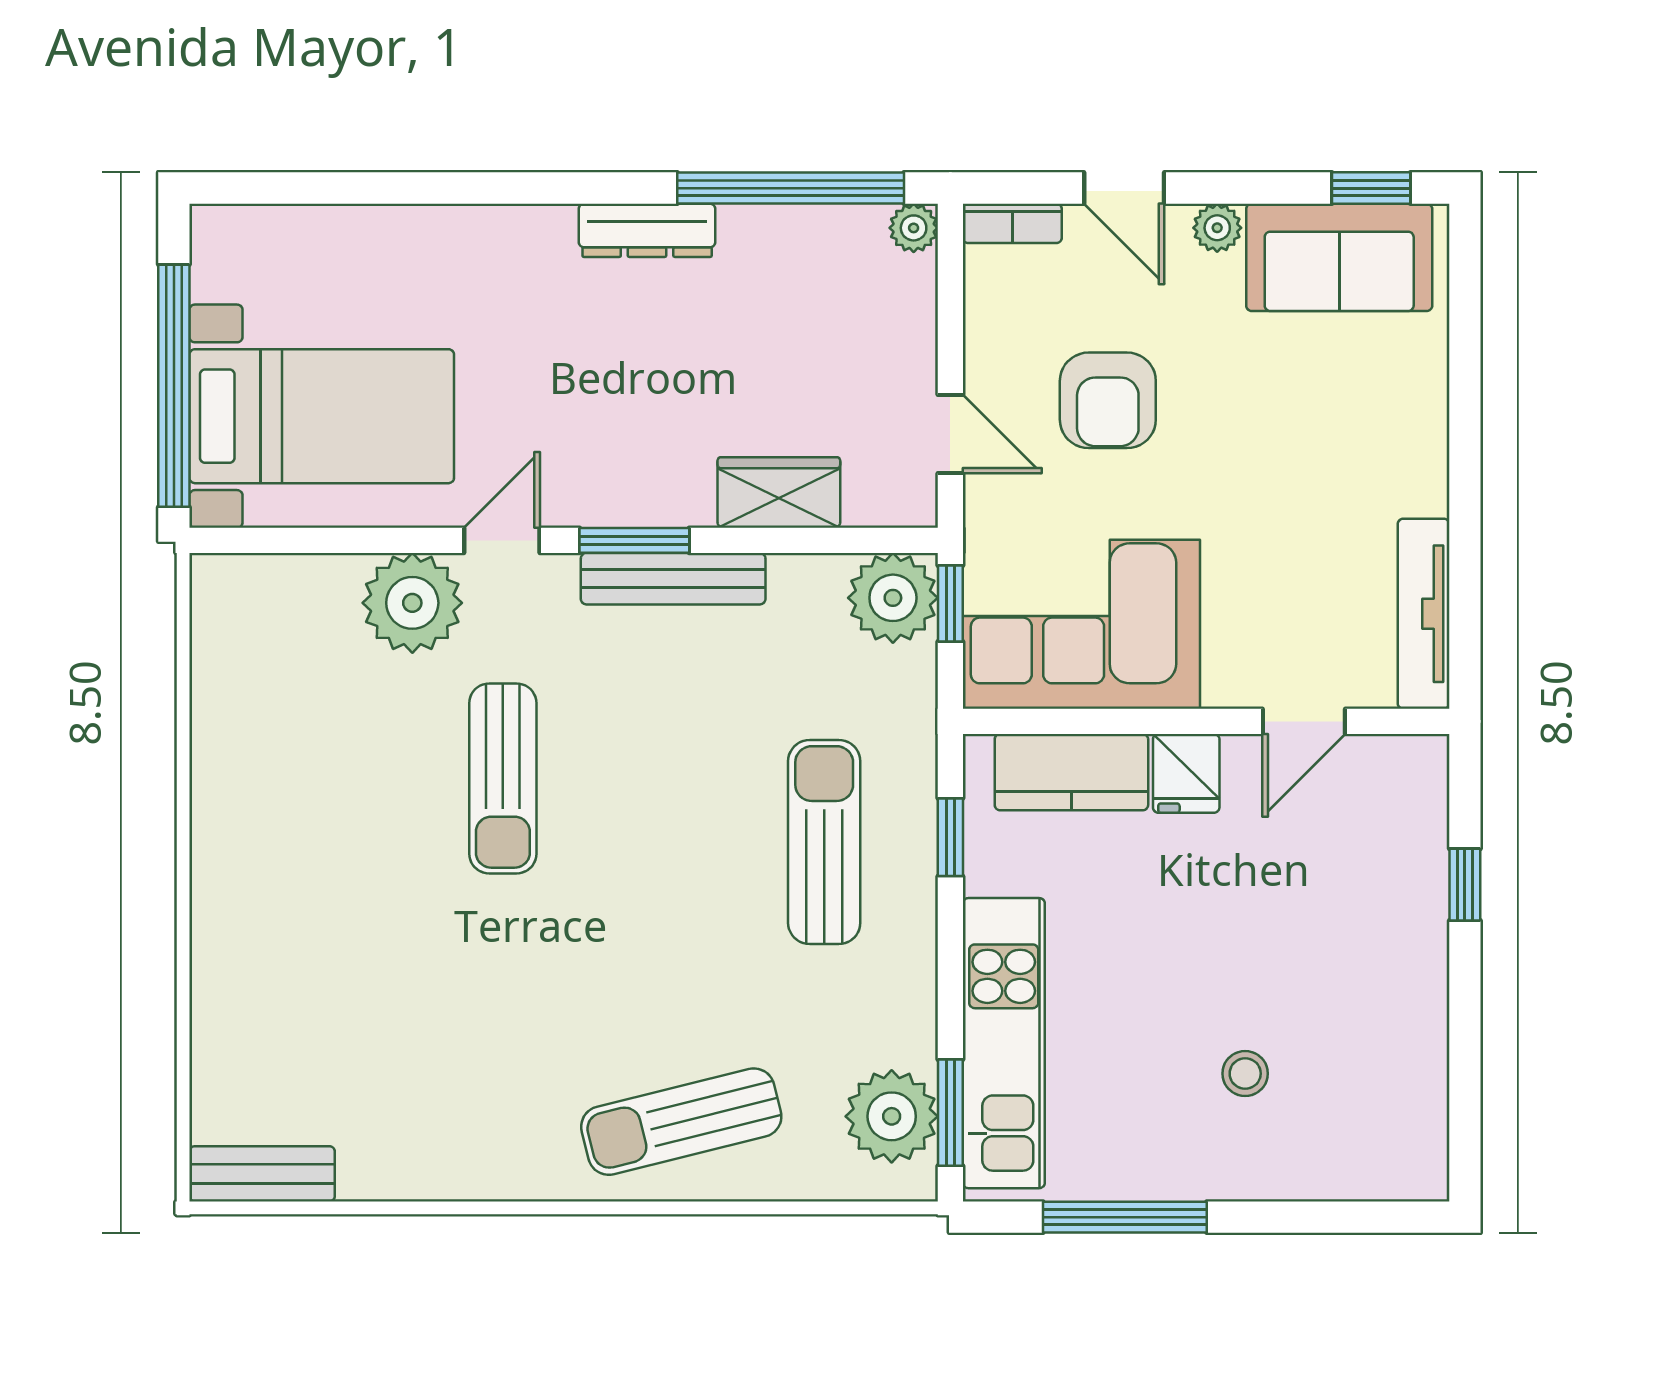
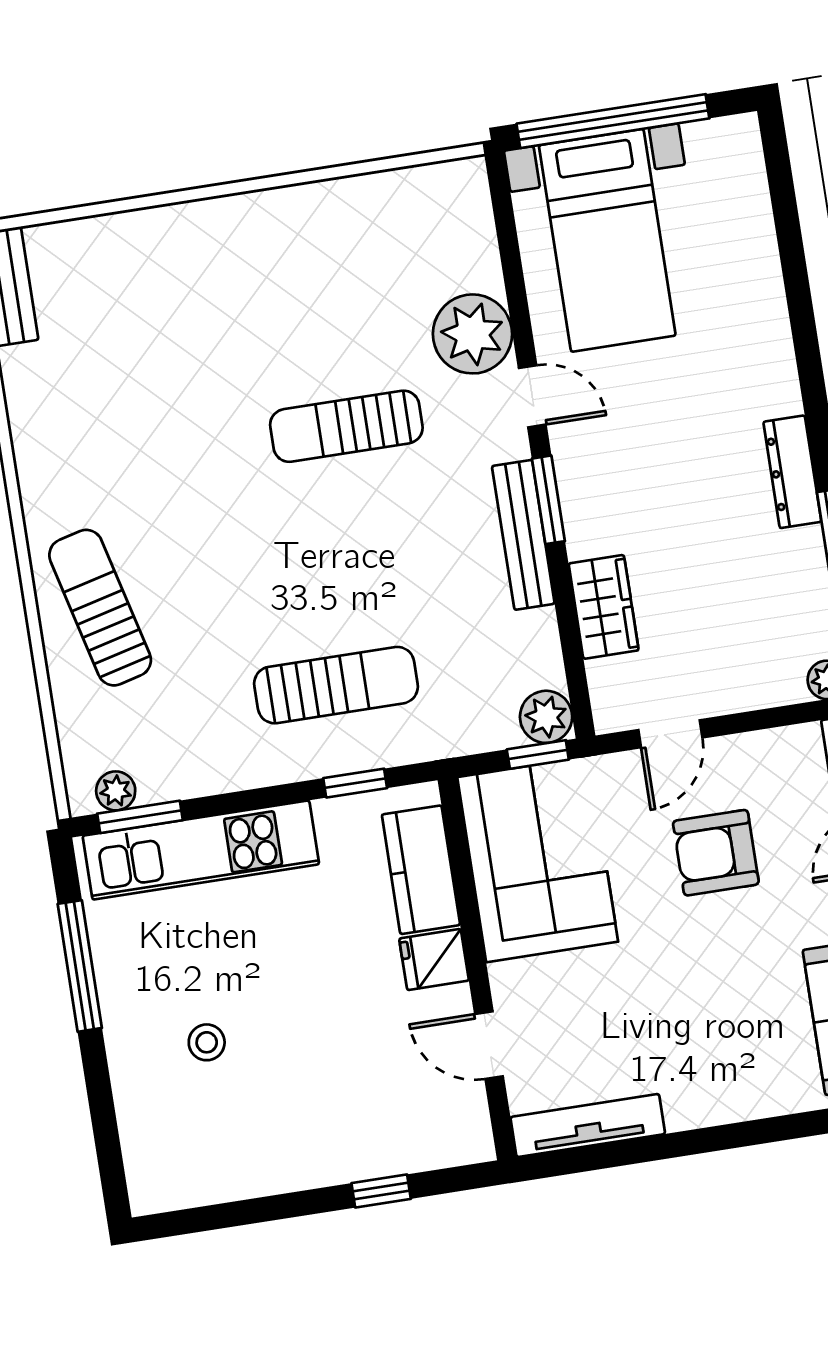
plant: (893, 598) -> (546, 717), width x0.73, depth x0.73
plant: (892, 1116) -> (116, 791), width x0.53, depth x0.53

